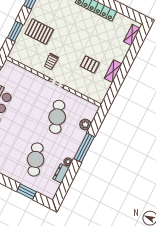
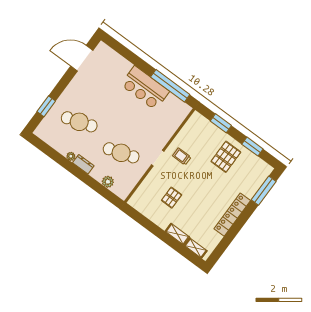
pallet: (39, 32) -> (226, 157), moved
shelving: (113, 71) -> (177, 234), moved
window: (84, 148) -> (83, 176), removed
dresser: (61, 173) -> (83, 164), moved

